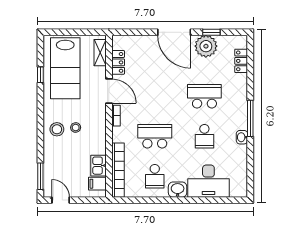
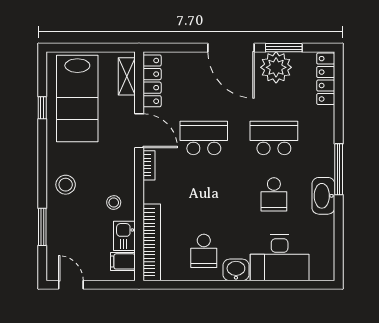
window: (211, 32) -> (284, 48), width x1.50
locker: (241, 61) -> (326, 79), width x1.53
locker: (118, 62) -> (152, 81), width x1.53
stool: (76, 128) -> (114, 203), moved
school desk: (155, 136) -> (204, 138), moved
washbasin: (242, 137) -> (323, 196), width x1.91, depth x1.45
window: (40, 176) -> (42, 227), moved

